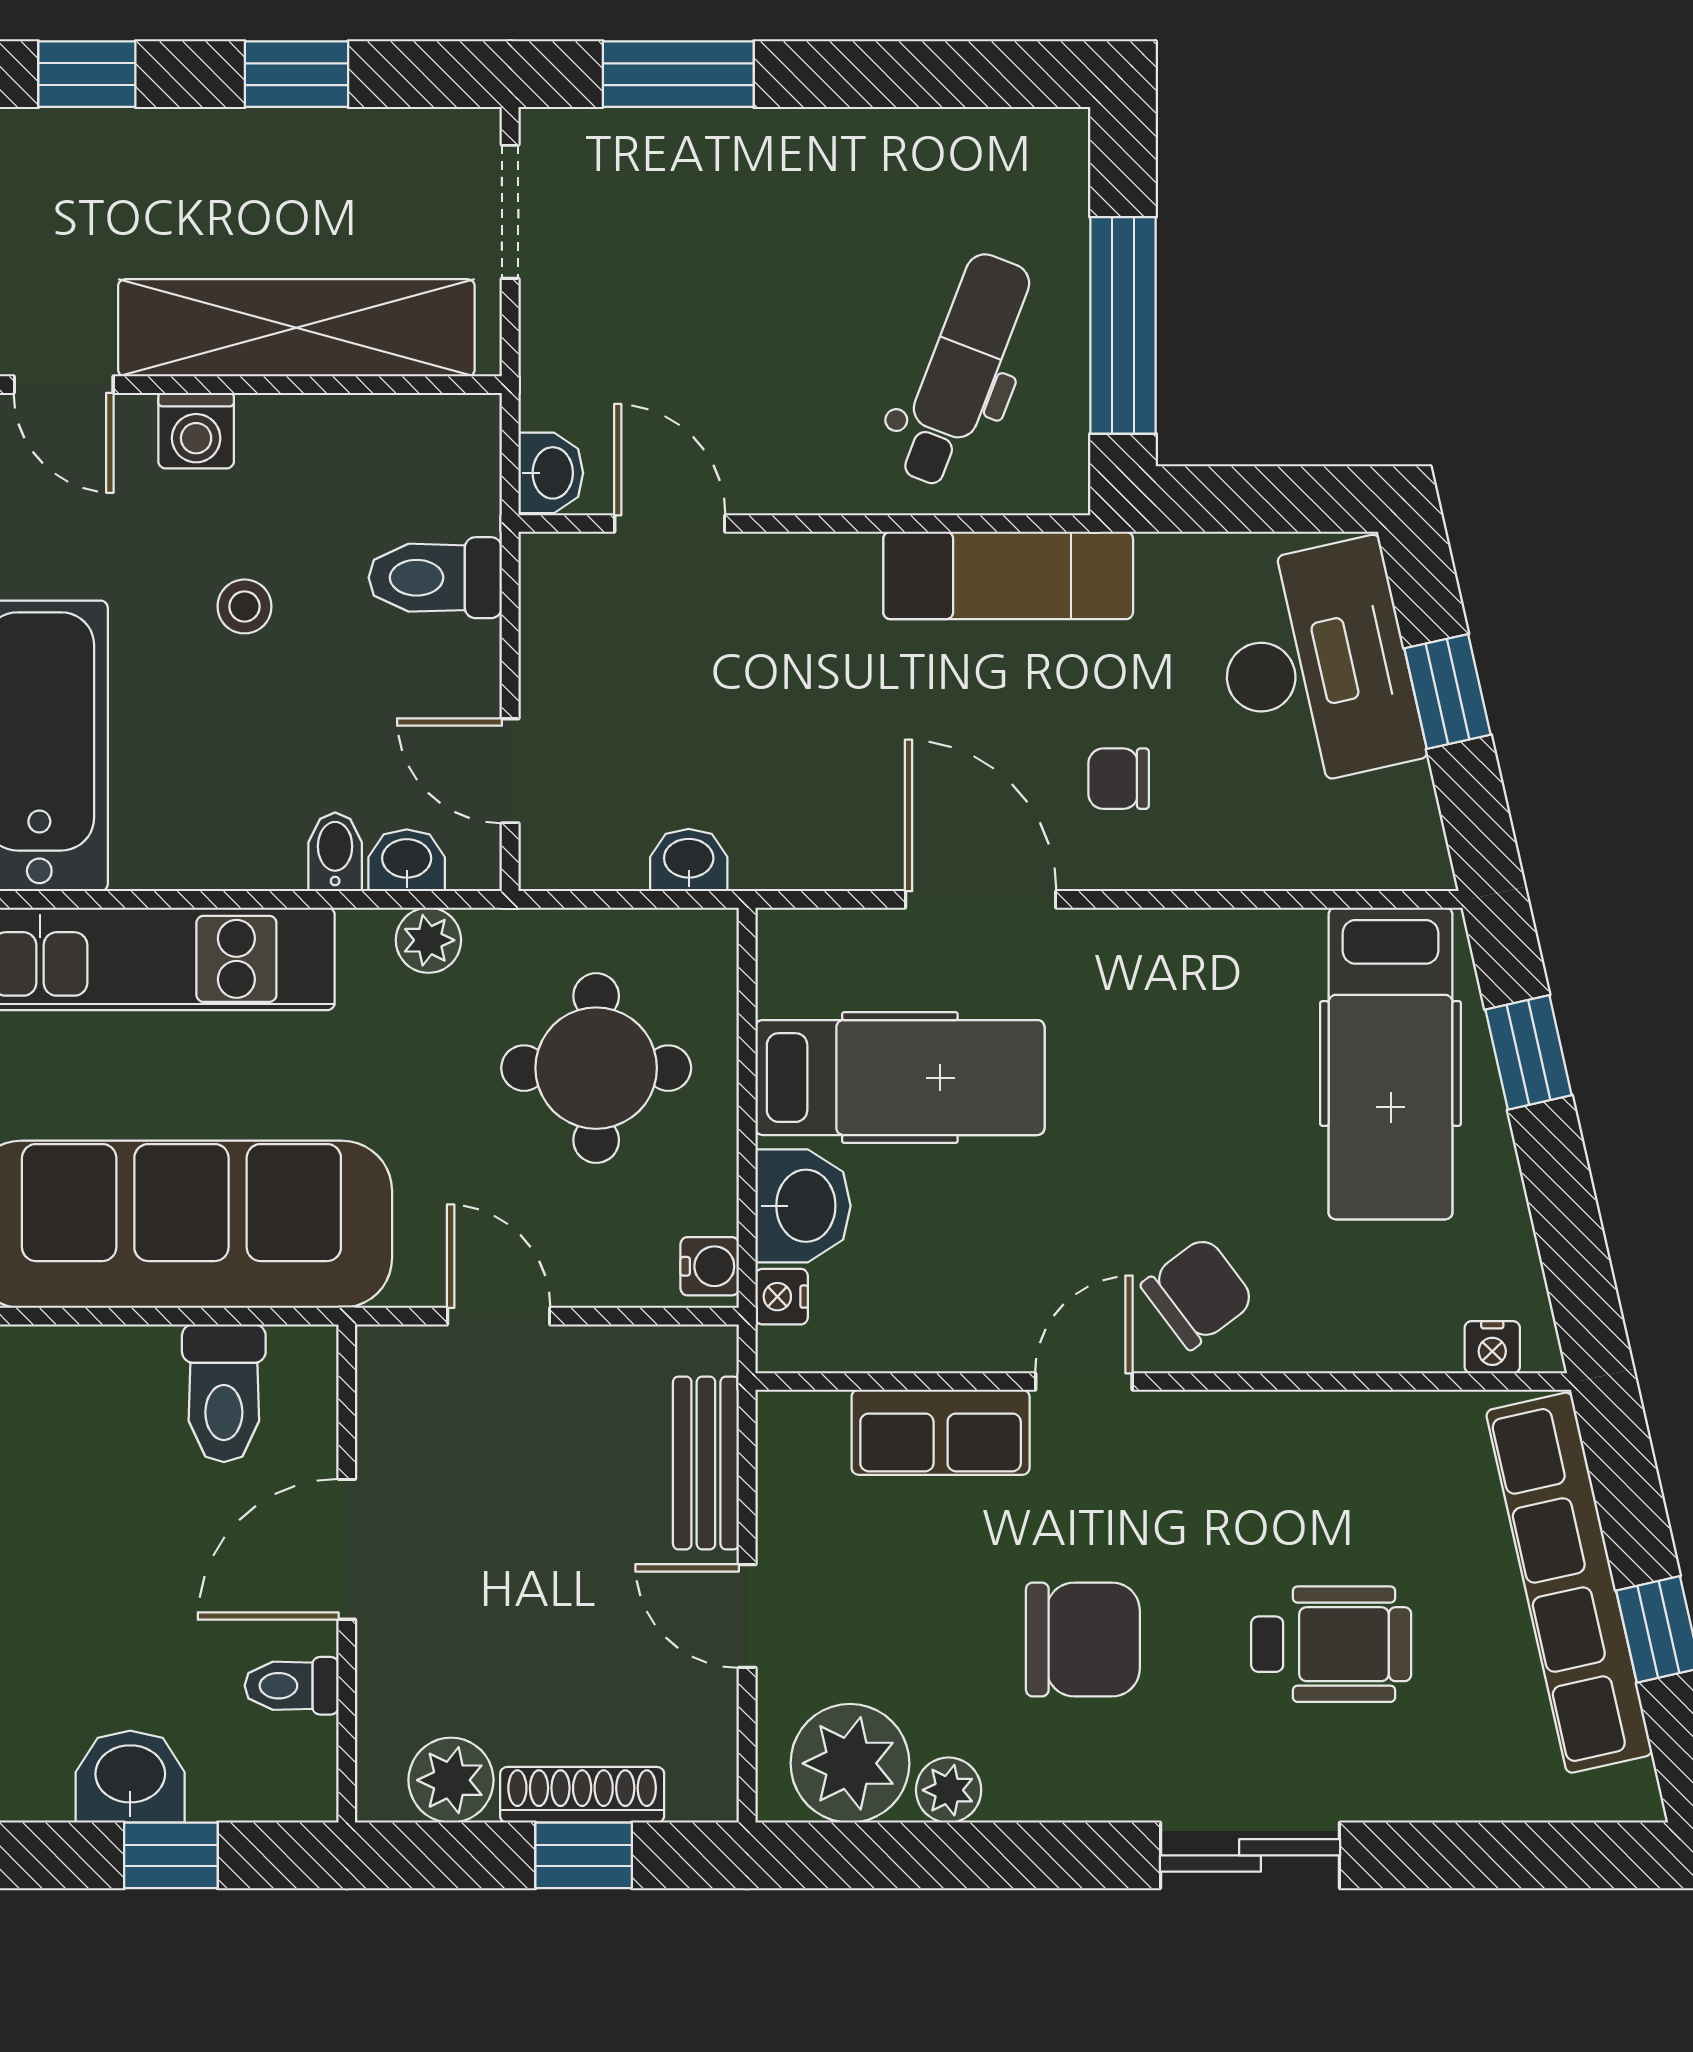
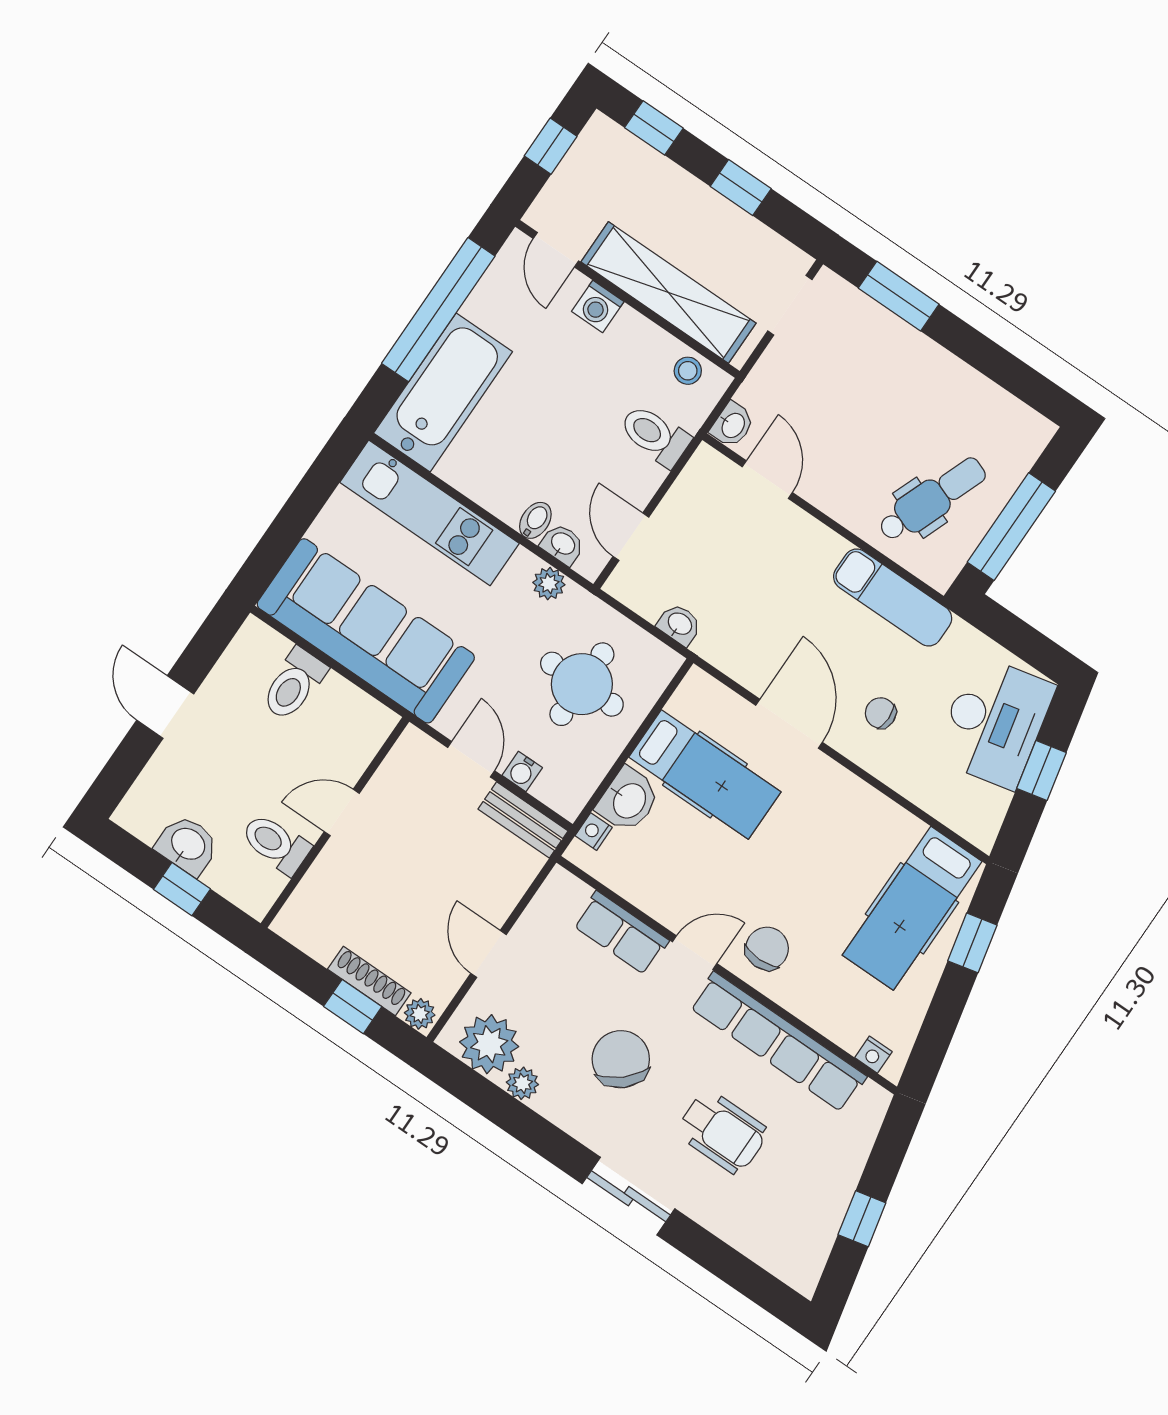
stool: (244, 606) -> (688, 371), moved
water cooler: (710, 1266) -> (522, 772), moved, turned 90
chair: (1198, 1293) -> (767, 949), turned -53
toilet: (224, 1393) -> (294, 684), moved
bench: (706, 1463) -> (523, 820), moved, turned 90
door: (347, 1549) -> (342, 812), width x0.73
row of seats: (1569, 1583) -> (778, 1042), moved, turned -77
chair: (1083, 1639) -> (621, 1059), turned -132
toilet: (292, 1686) -> (276, 844), width x1.37, depth x1.39
plant: (451, 1780) -> (420, 1014), moved, width x0.73, depth x0.73

